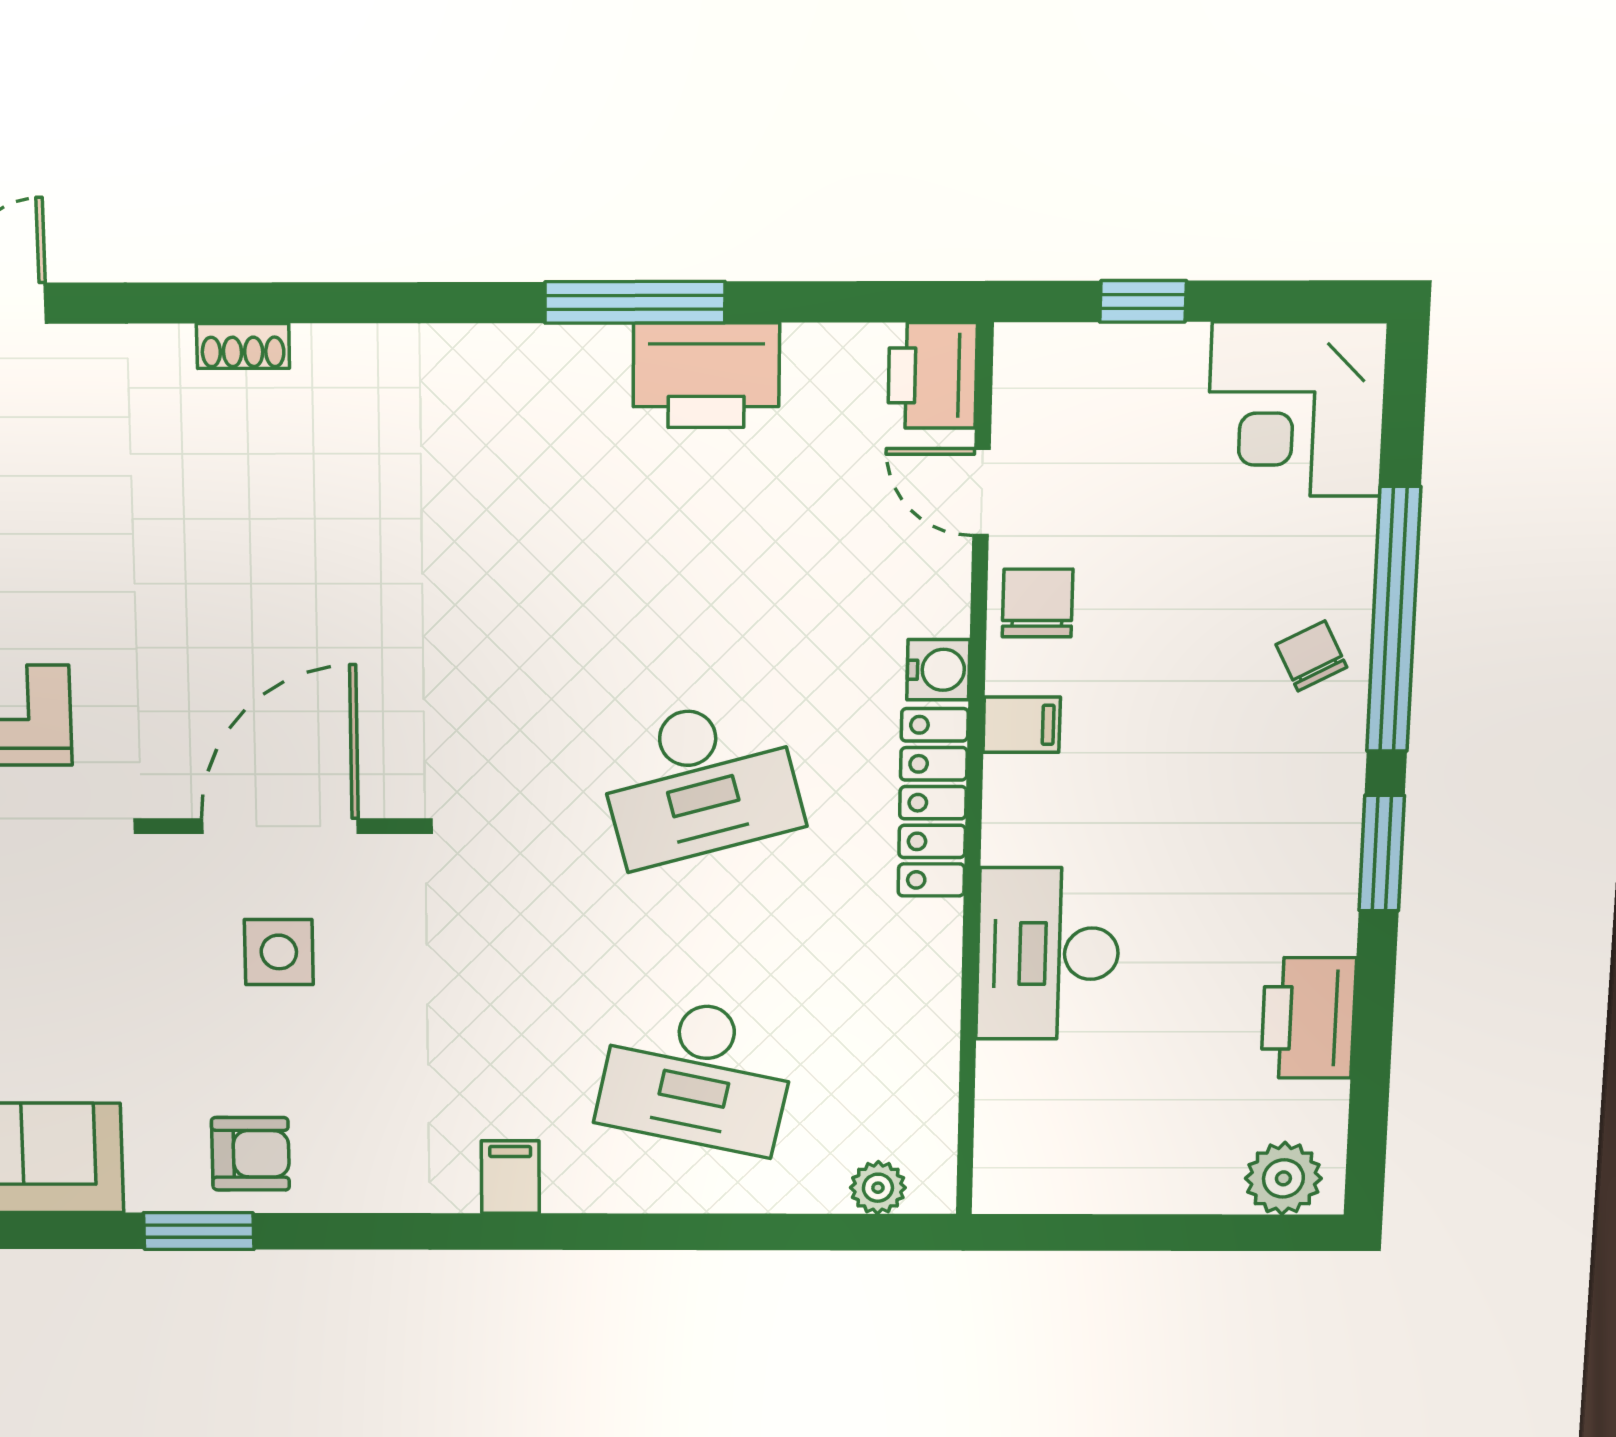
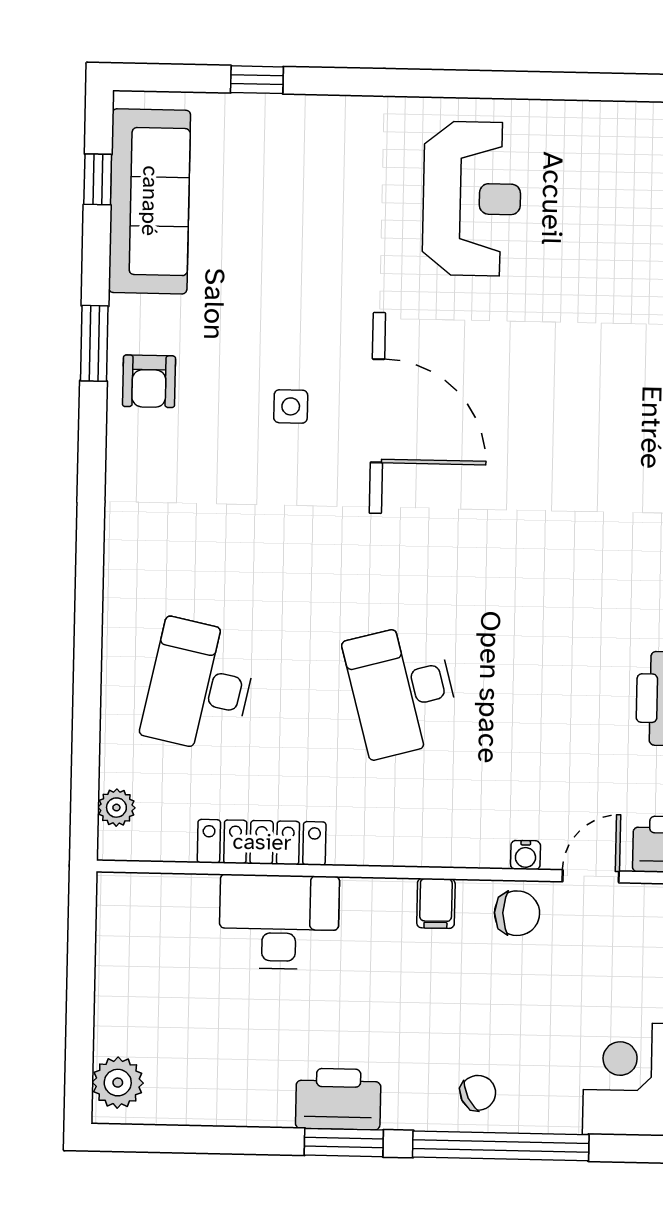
water cooler: (938, 670) -> (526, 855), moved, width x0.72, depth x0.72
locker: (933, 803) -> (262, 842), moved
side table: (279, 952) -> (291, 406), width x0.73, depth x0.73
printer: (1308, 1018) -> (338, 1099), moved
filing cabinet: (510, 1177) -> (129, 558), removed

